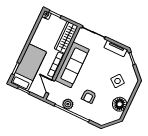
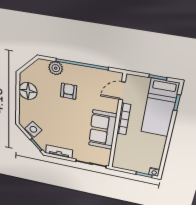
wardrobe: (66, 37) -> (122, 152), removed
sofa: (72, 65) -> (103, 130), width x0.73
side table: (118, 81) -> (33, 129), moved
door: (50, 87) -> (122, 91), swing flipped
plant: (68, 104) -> (56, 68), moved

